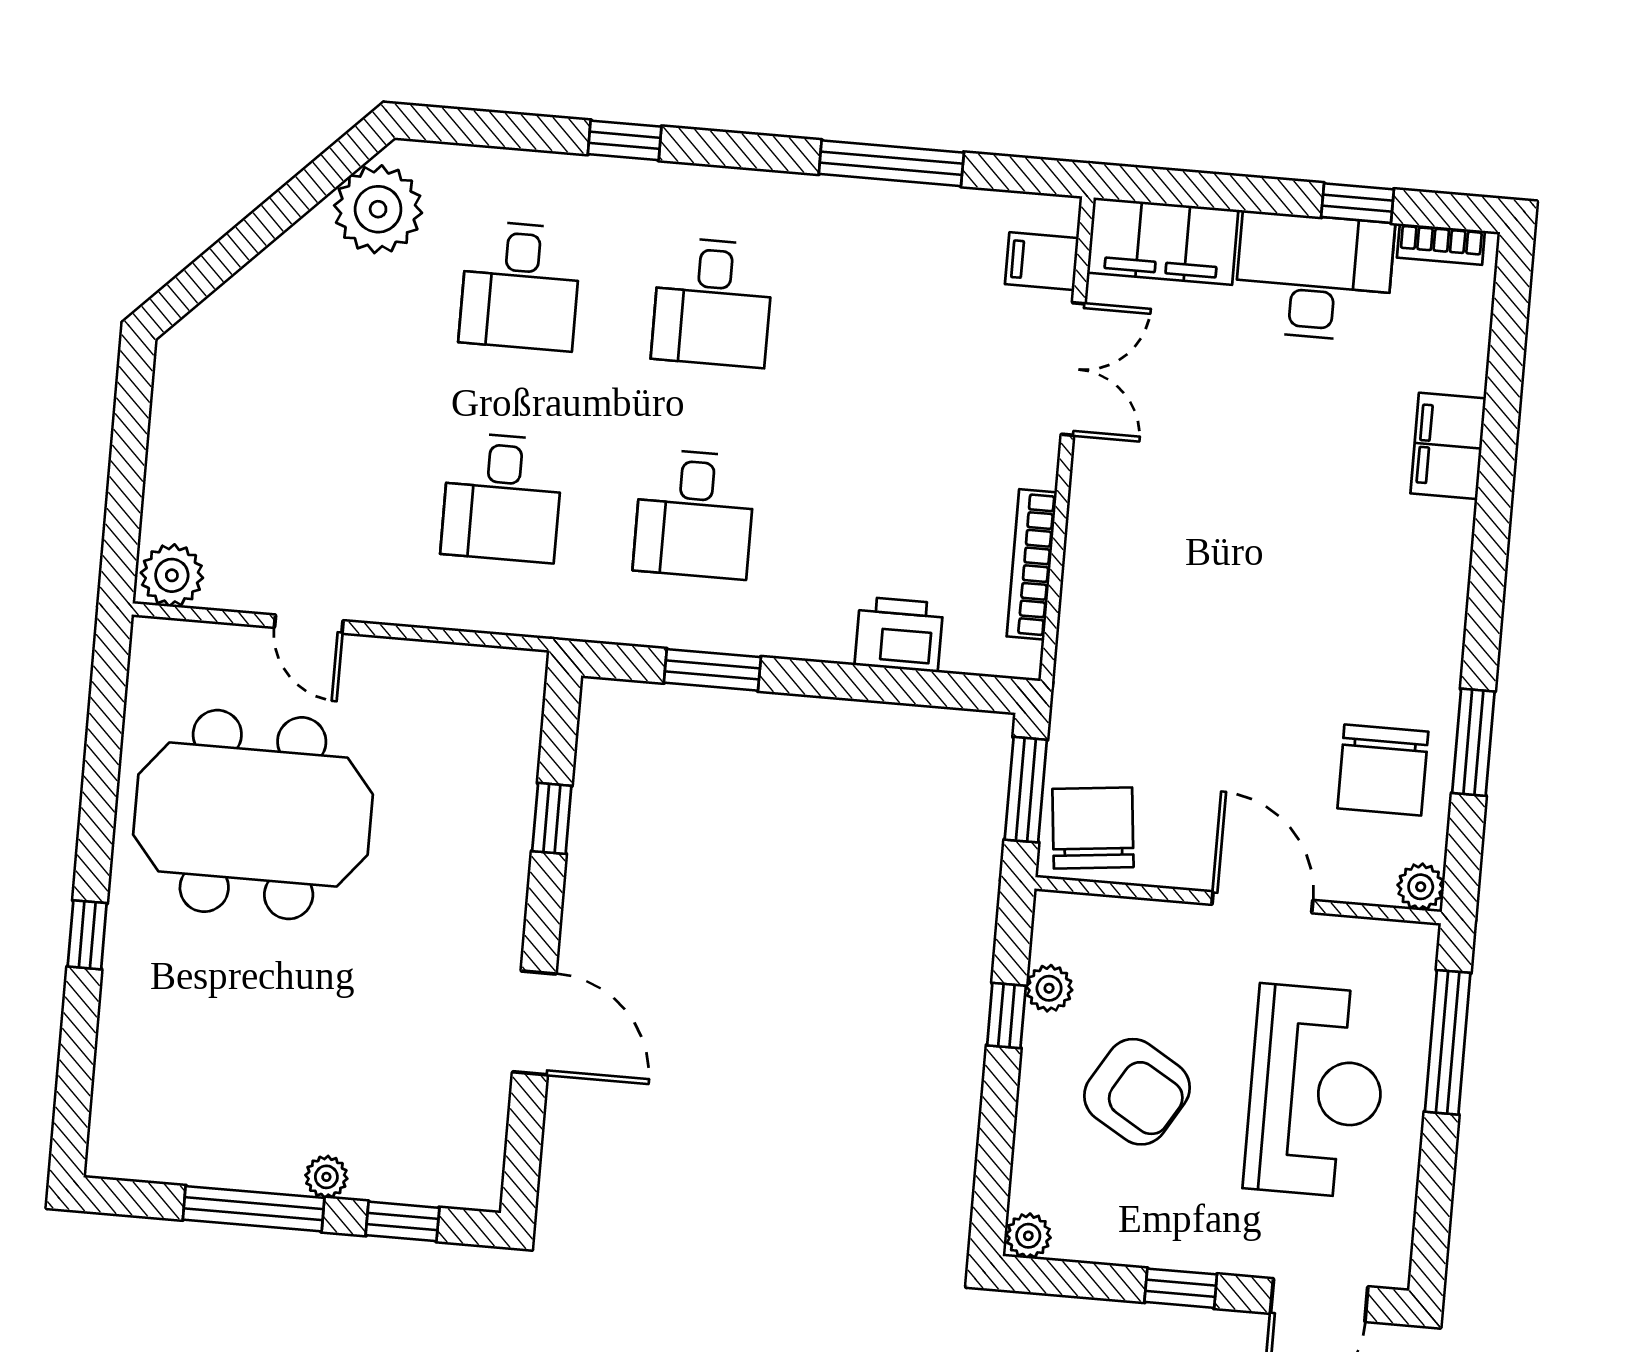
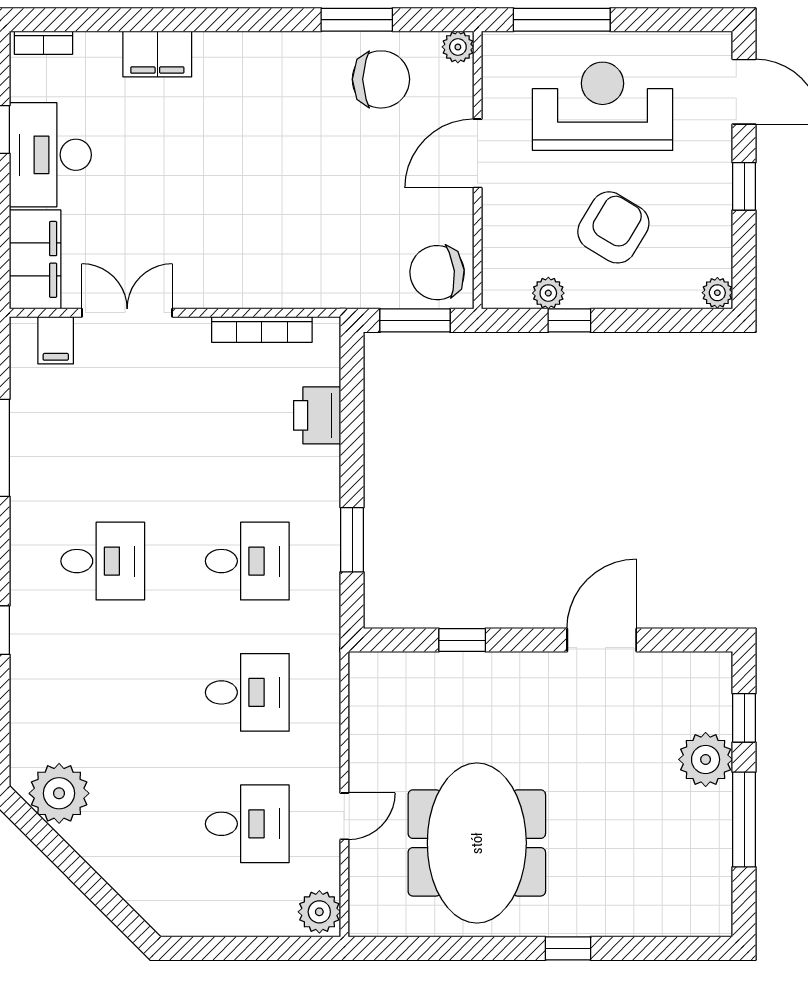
bookcase: (1441, 244) -> (44, 43), moved, turned 90
desk: (520, 286) -> (247, 824), moved
plant: (326, 1177) -> (706, 759), width x1.87, depth x1.87

